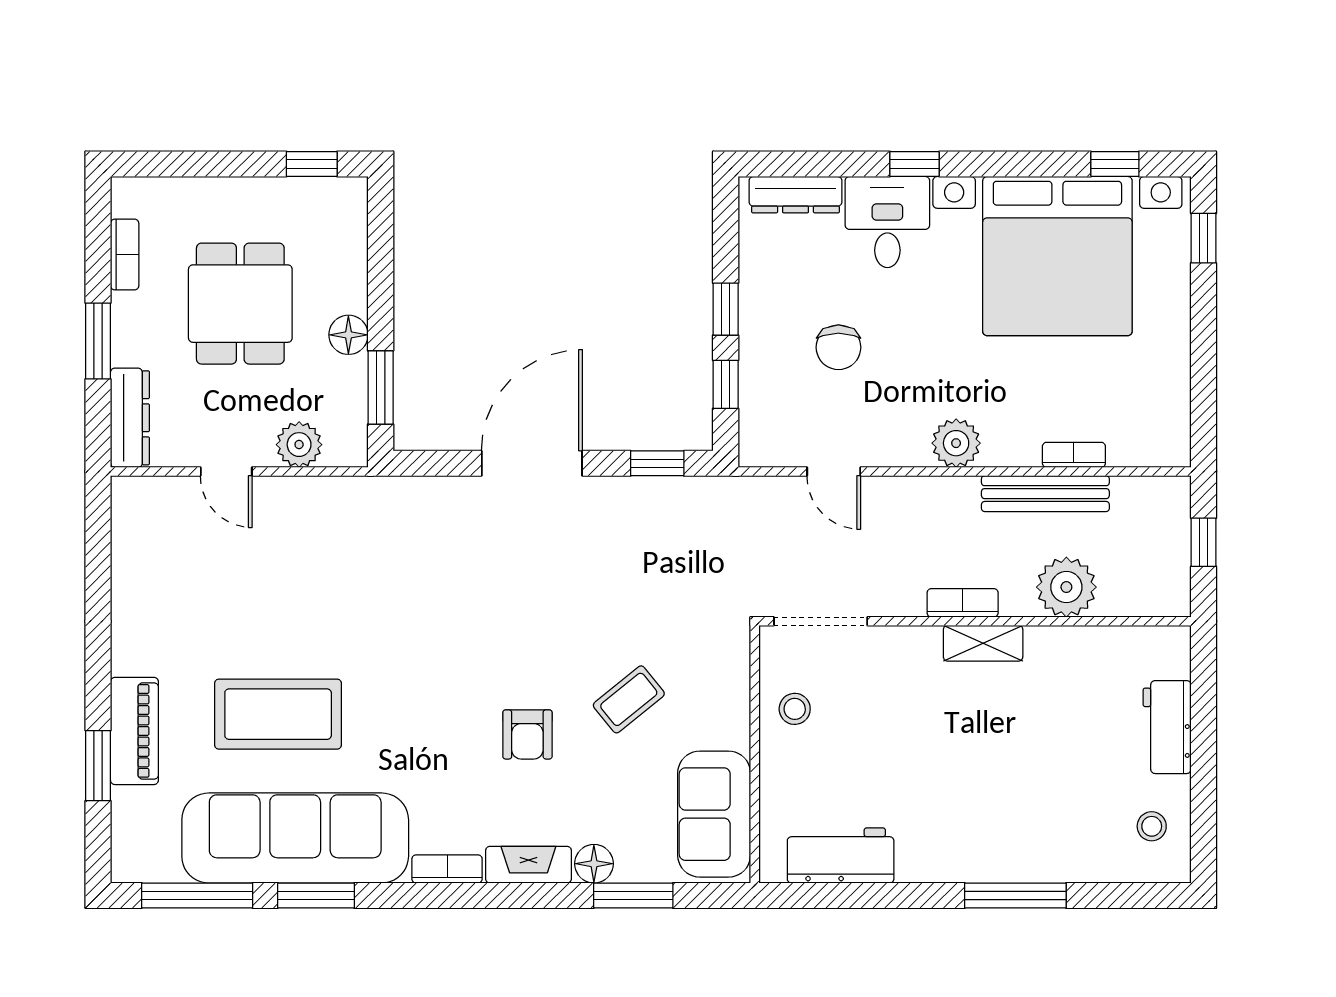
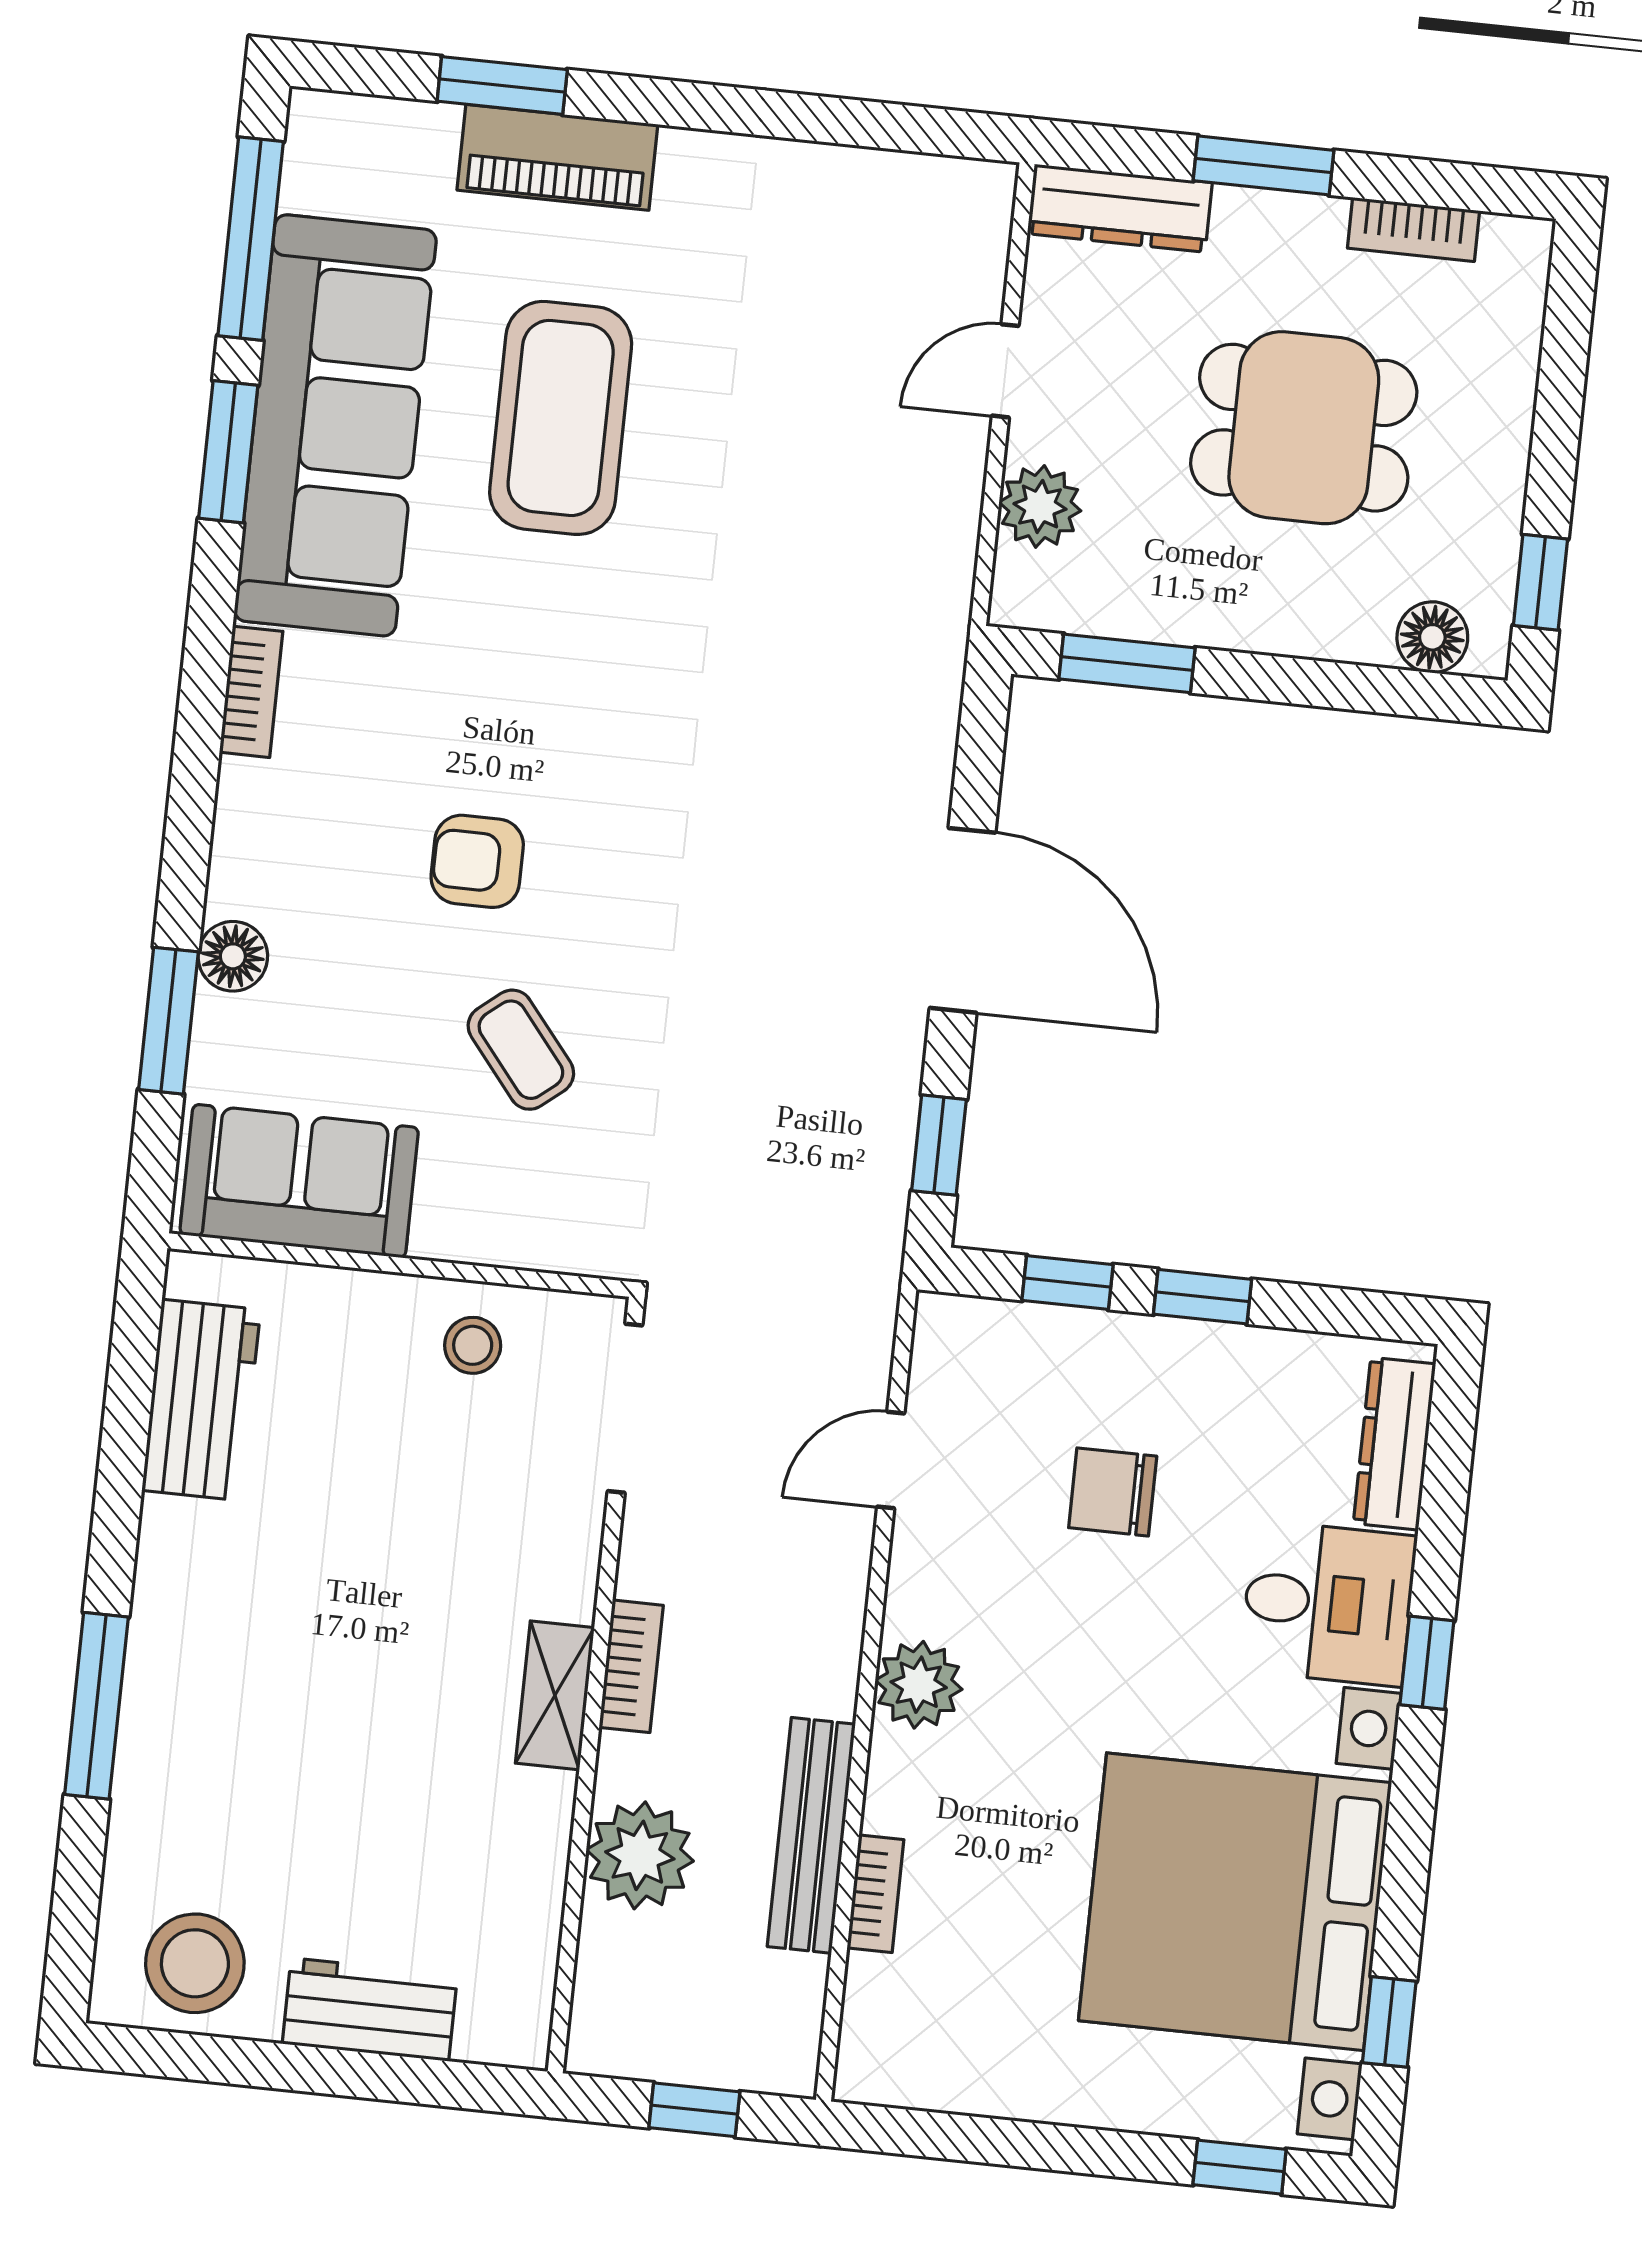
floor lamp: (348, 335) -> (1432, 637), moved
stool: (1152, 826) -> (195, 1963), width x1.89, depth x1.89
fireplace: (528, 865) -> (243, 839), removed

